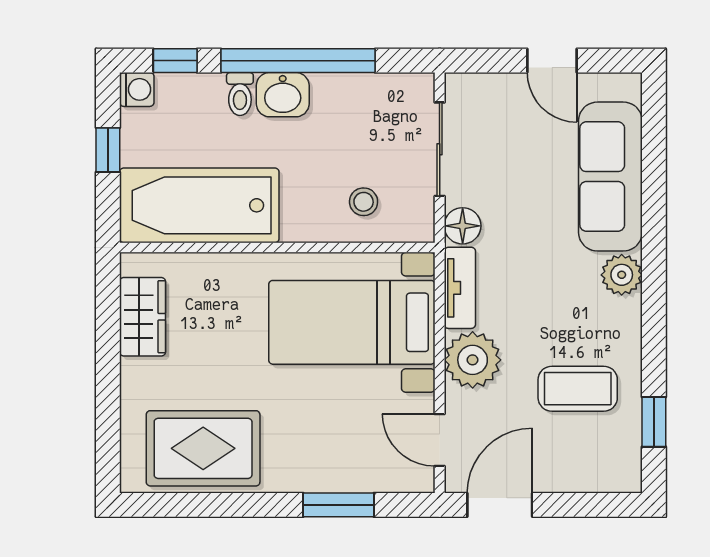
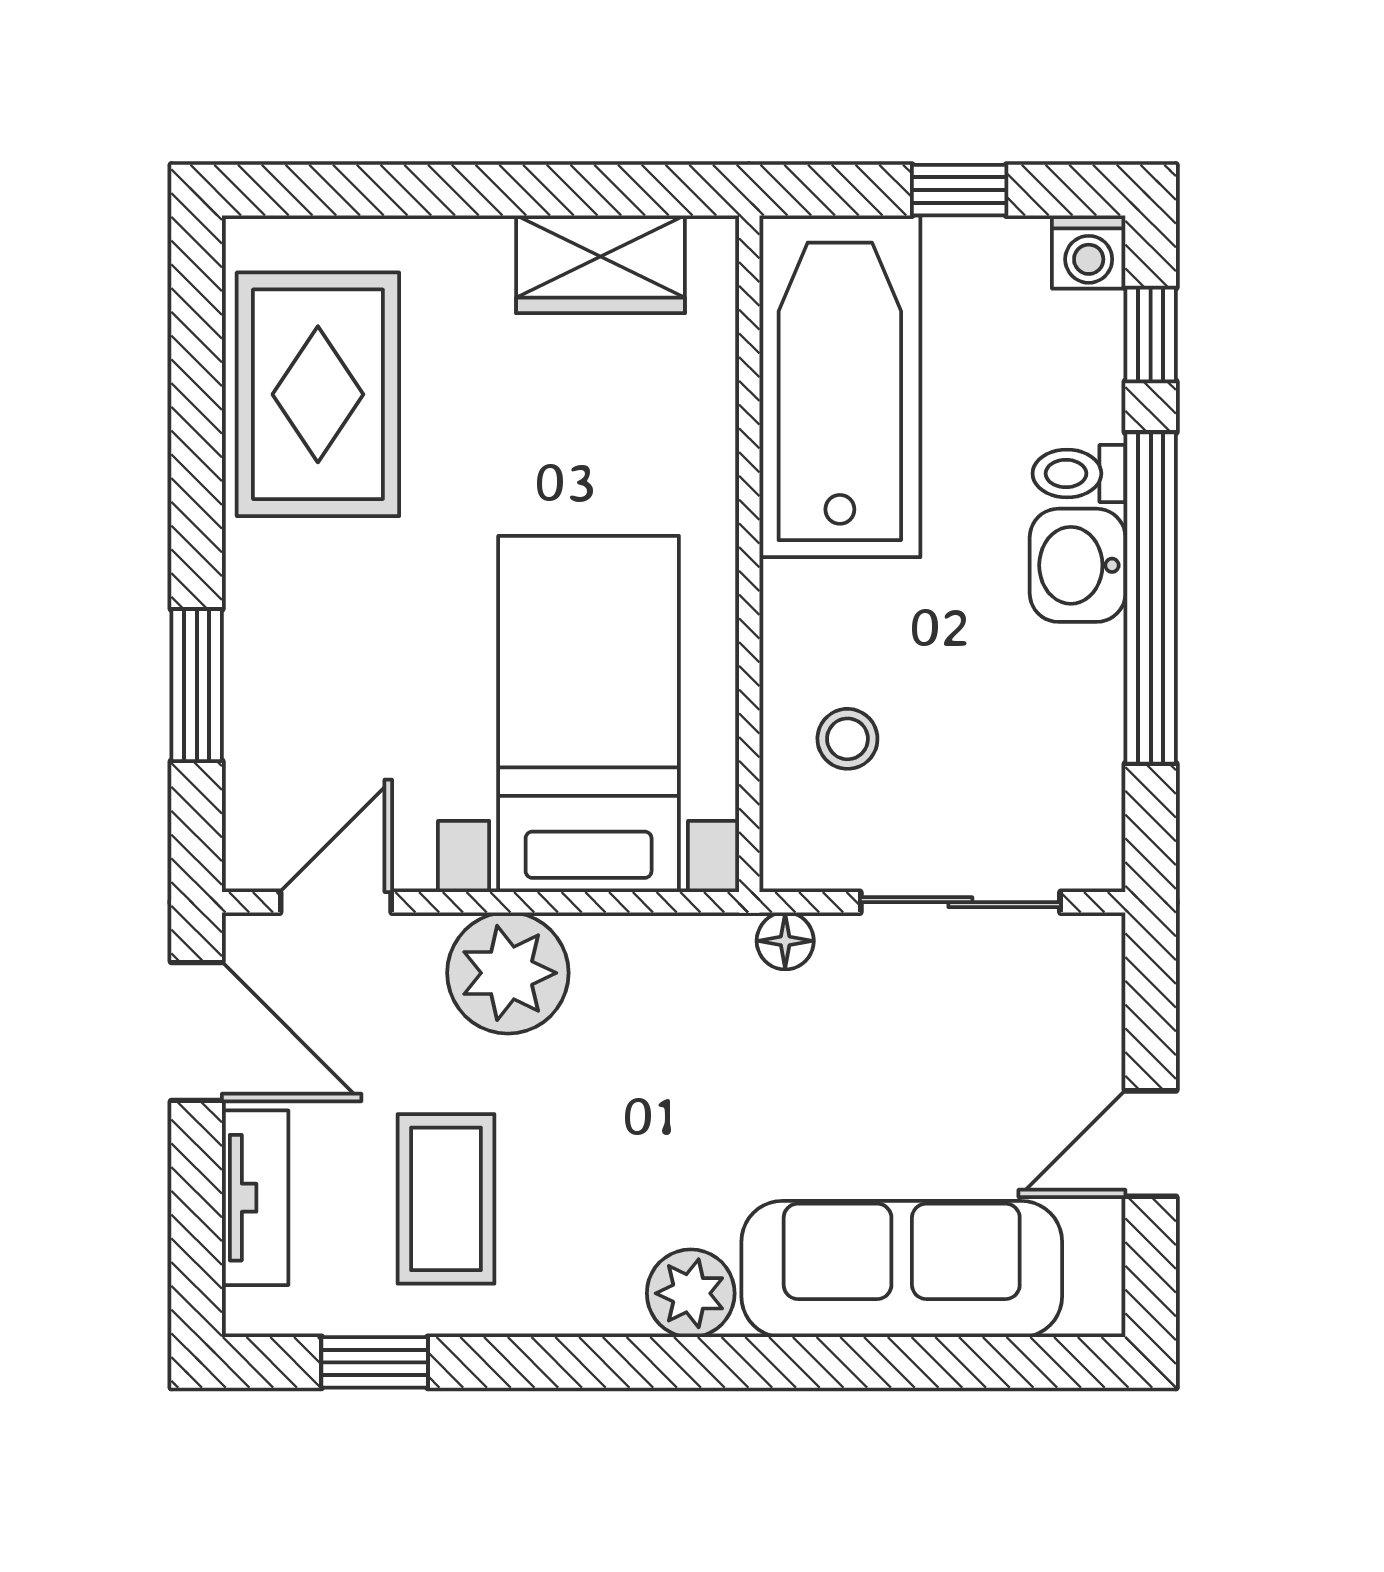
floor lamp: (463, 226) -> (785, 941), width x0.73, depth x0.73
tv unit: (460, 288) -> (255, 1198), moved, turned -90

